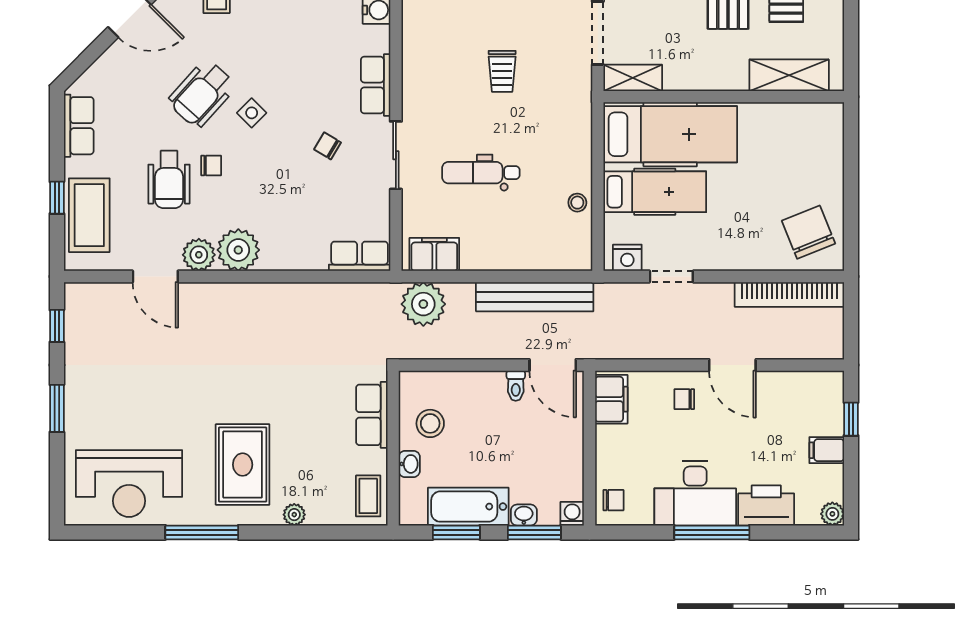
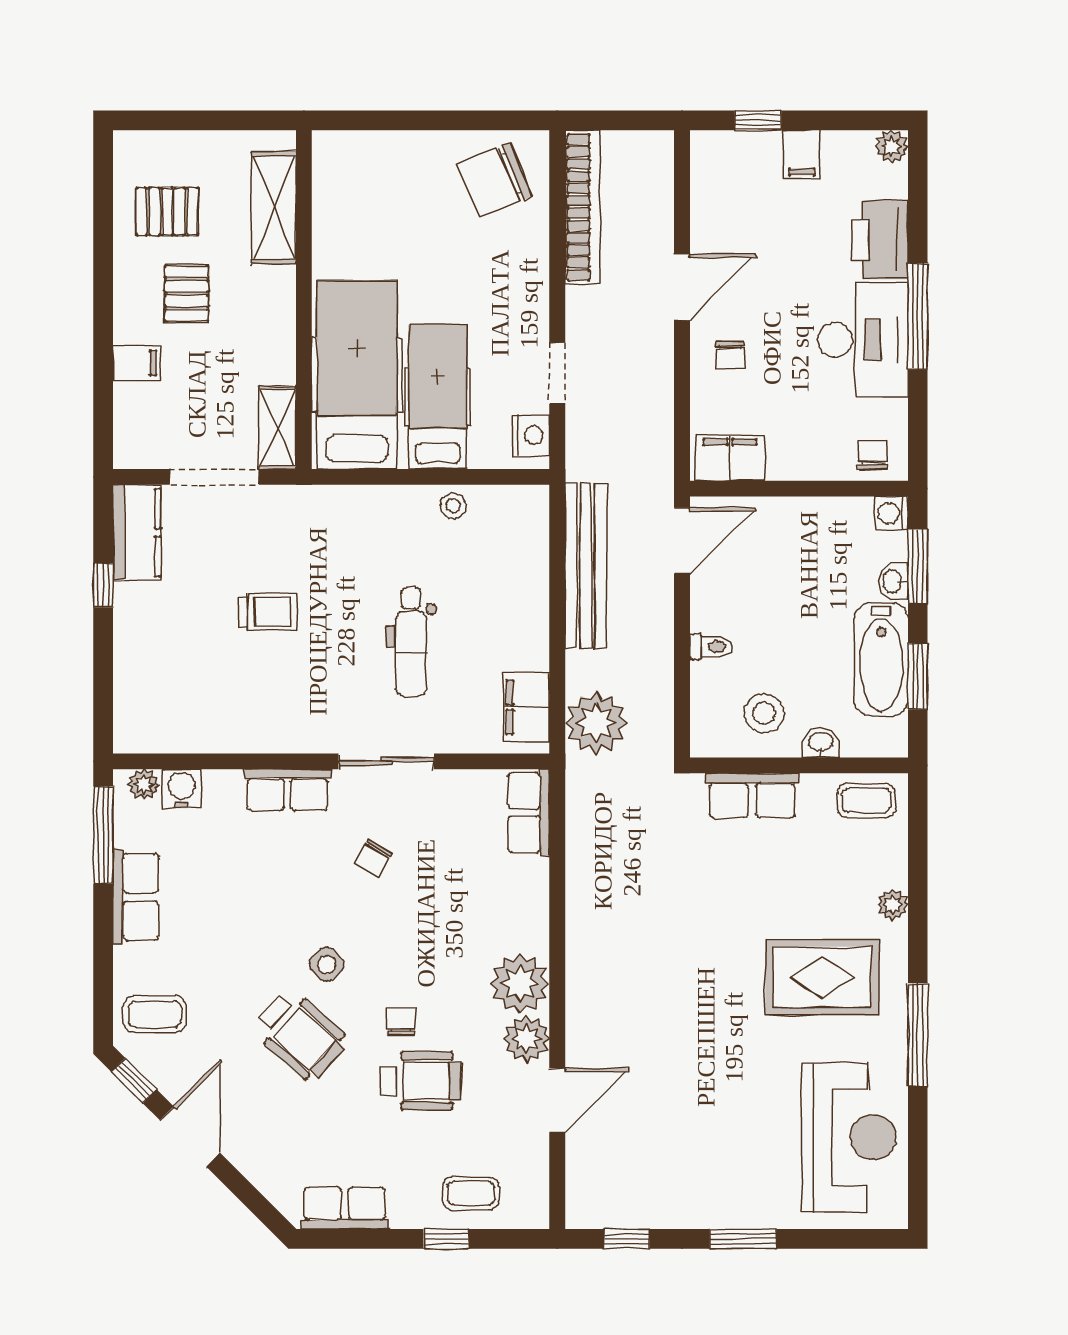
coffee table: (89, 215) -> (471, 1193), width x0.54, depth x0.58
toilet: (516, 386) -> (711, 647), moved

